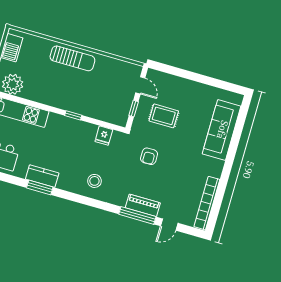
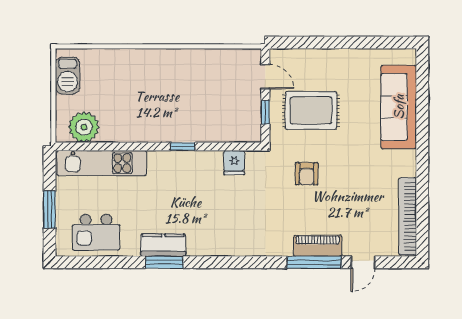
sun lounger: (72, 58) -> (158, 66), removed
rug: (164, 116) -> (311, 110), width x1.36, depth x1.43
stool: (94, 181) -> (239, 231), removed

